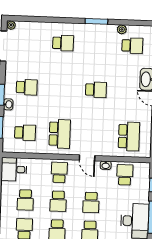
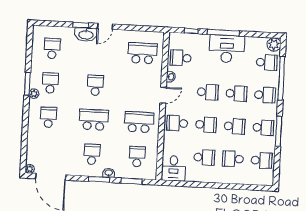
plant: (122, 29) -> (34, 94), moved
school desk: (98, 44) -> (50, 83), added
school desk: (61, 88) -> (94, 120), added

